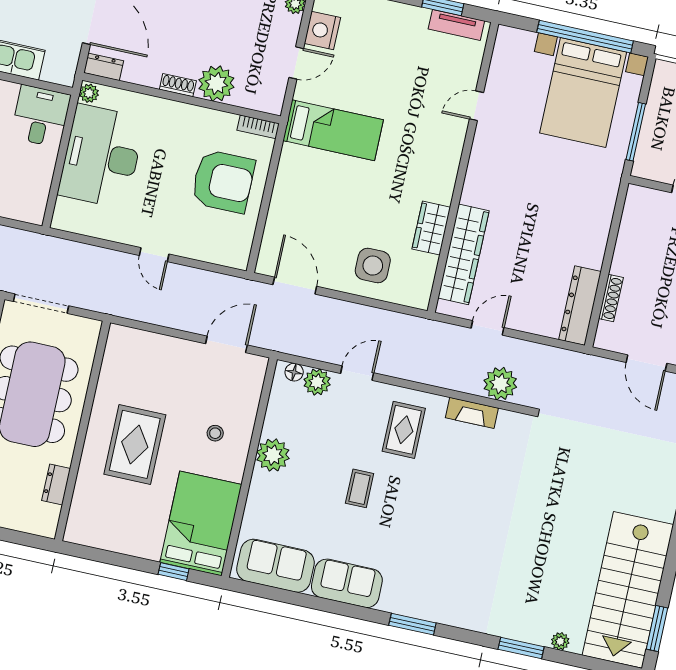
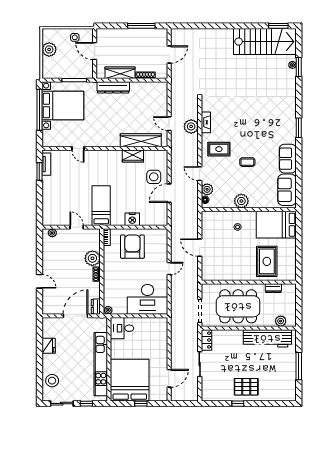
nightstand: (322, 30) -> (132, 219), moved
desk: (102, 156) -> (148, 299), moved
wardrobe: (629, 241) -> (120, 73), added
door: (295, 286) -> (169, 193), moved
dresser: (580, 306) -> (113, 87), moved
door: (226, 344) -> (200, 248), moved
plant: (500, 384) -> (191, 126), moved
rug: (135, 444) -> (267, 261), moved, turned 90
window: (174, 572) -> (299, 232), removed
window: (521, 648) -> (299, 67), moved

